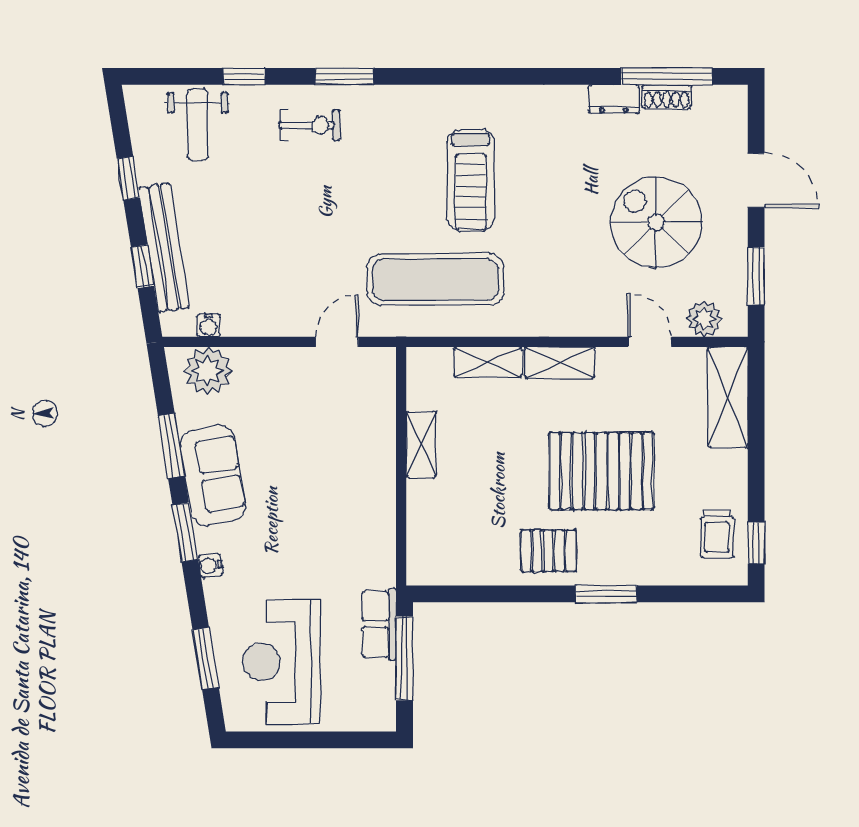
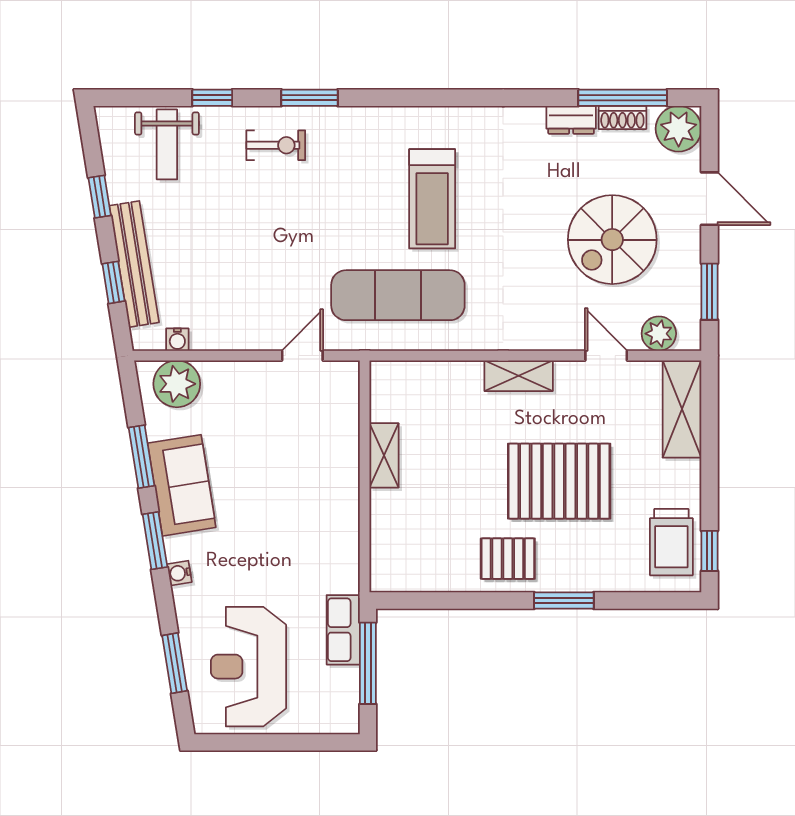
plant: (724, 108) -> (679, 129), added
spiral stairs: (656, 222) -> (612, 240), turned -90
shelving: (488, 362) -> (449, 375), removed
trolley: (717, 534) -> (671, 542), width x1.36, depth x1.39

